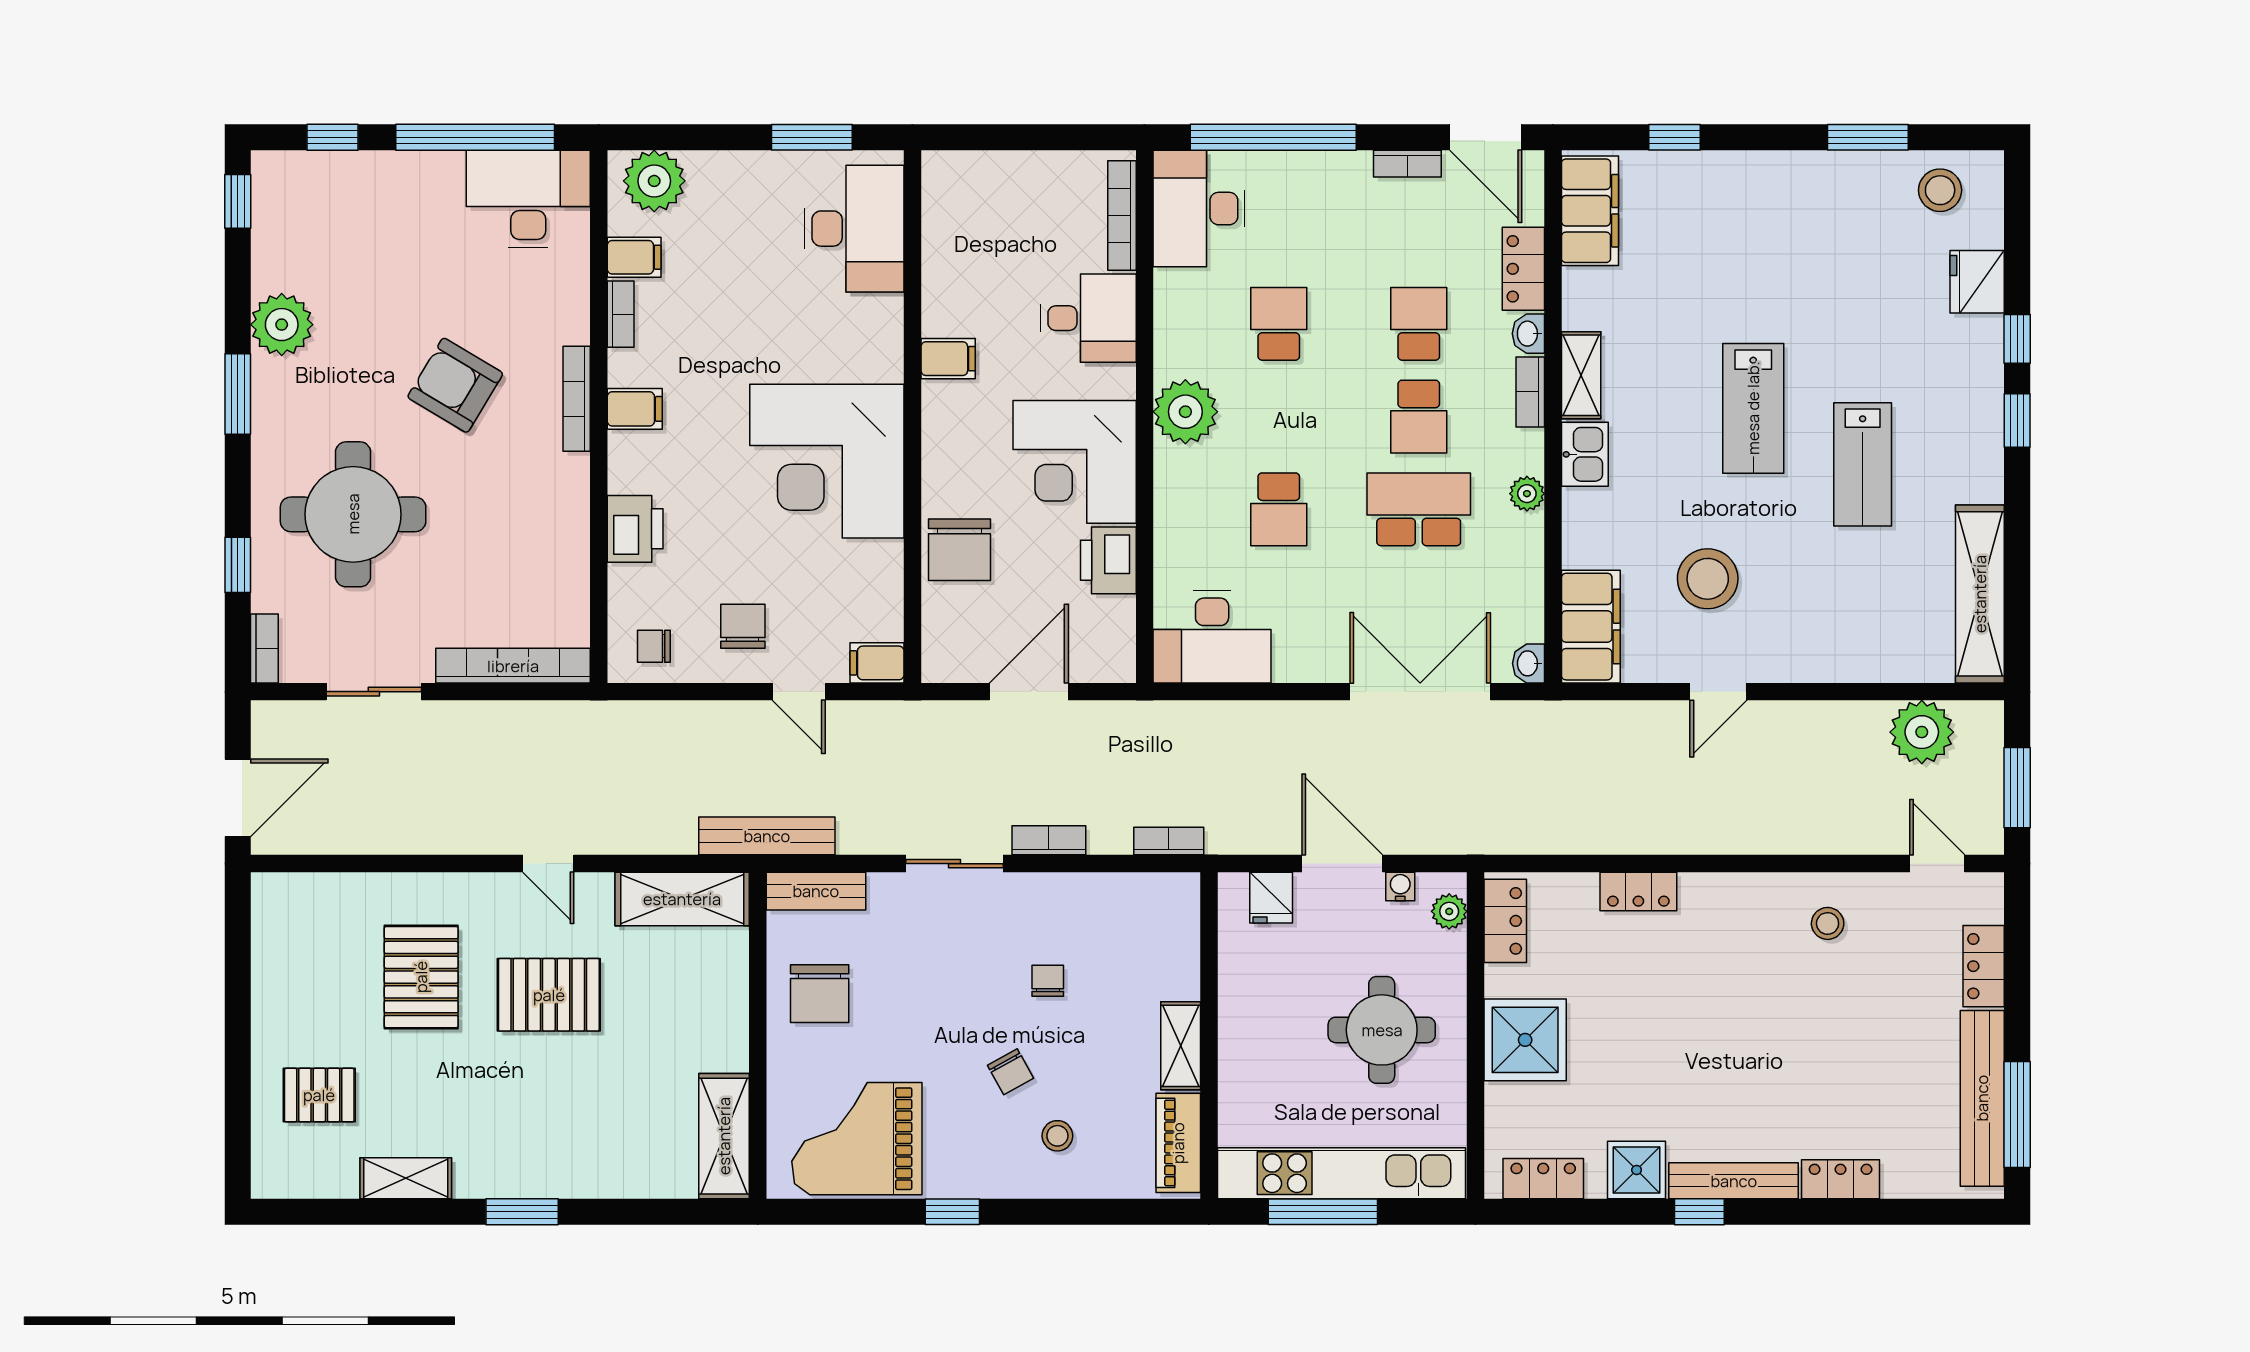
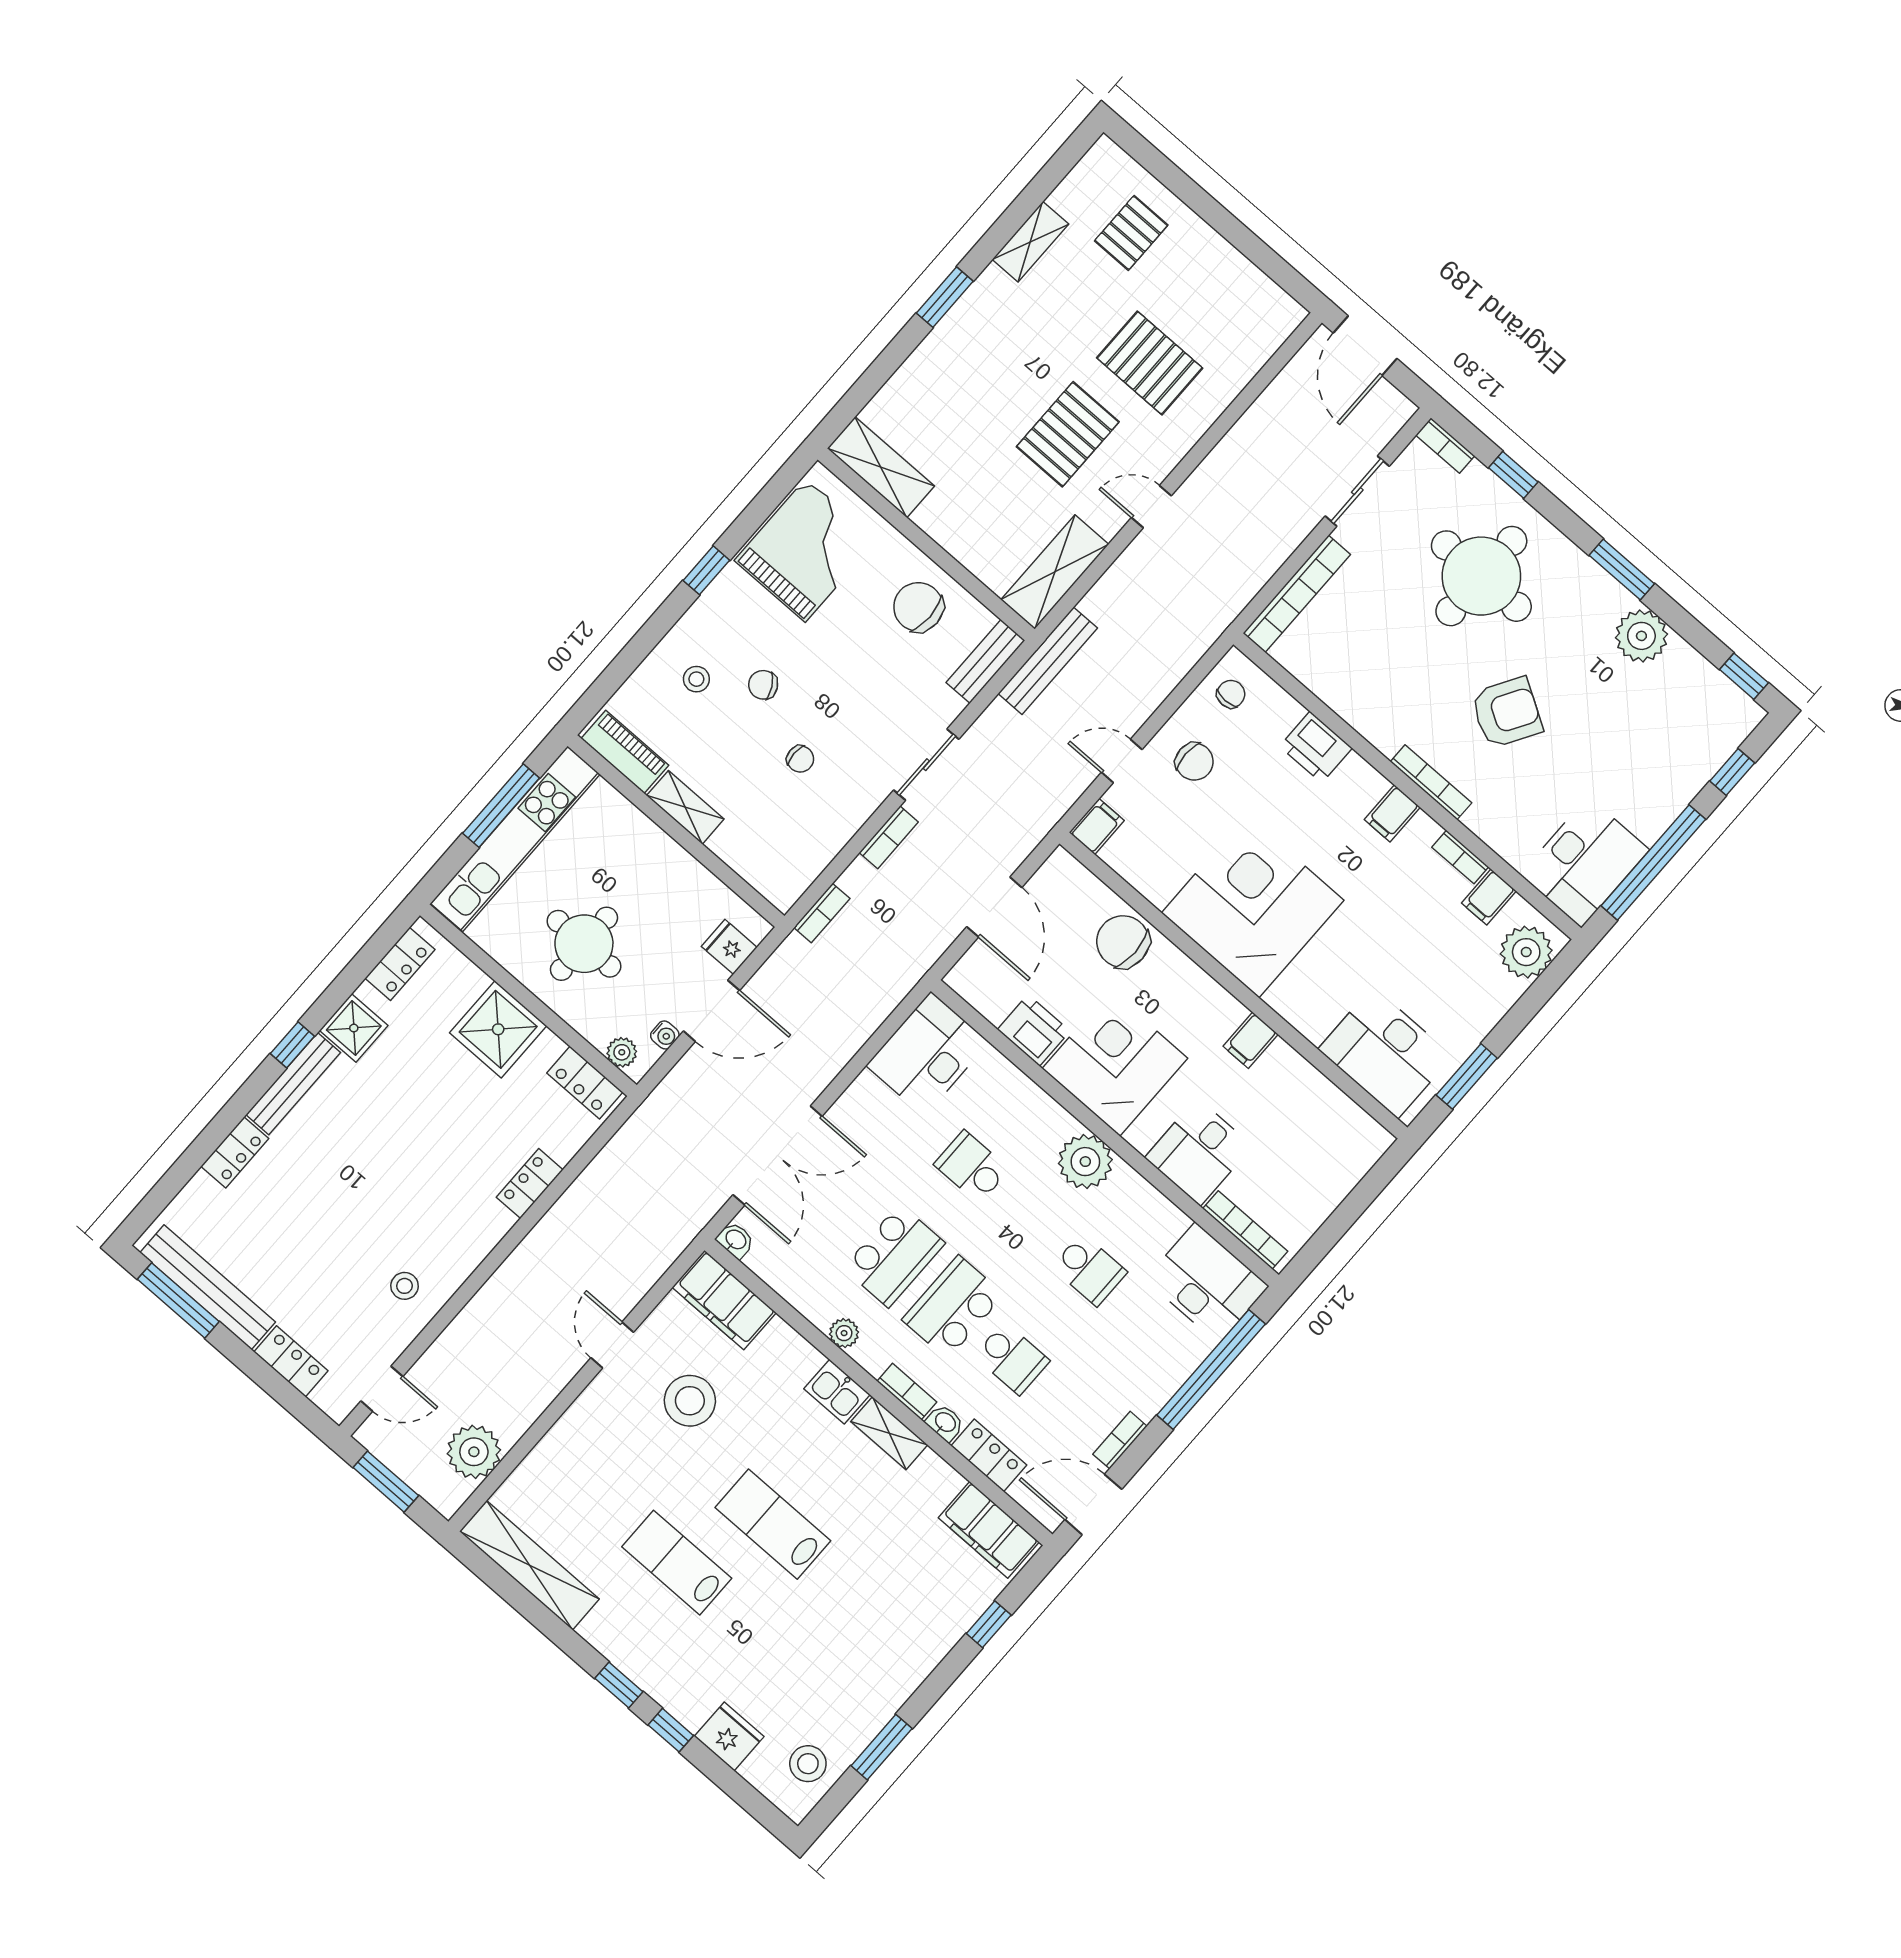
school desk: (1419, 417) -> (953, 1307), width x1.85

